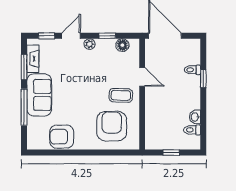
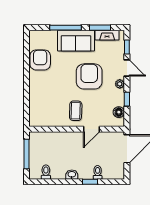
washbasin: (195, 117) -> (72, 175), moved
armchair: (112, 126) -> (89, 76), moved, turned -90
window: (171, 152) -> (27, 154), width x2.17

